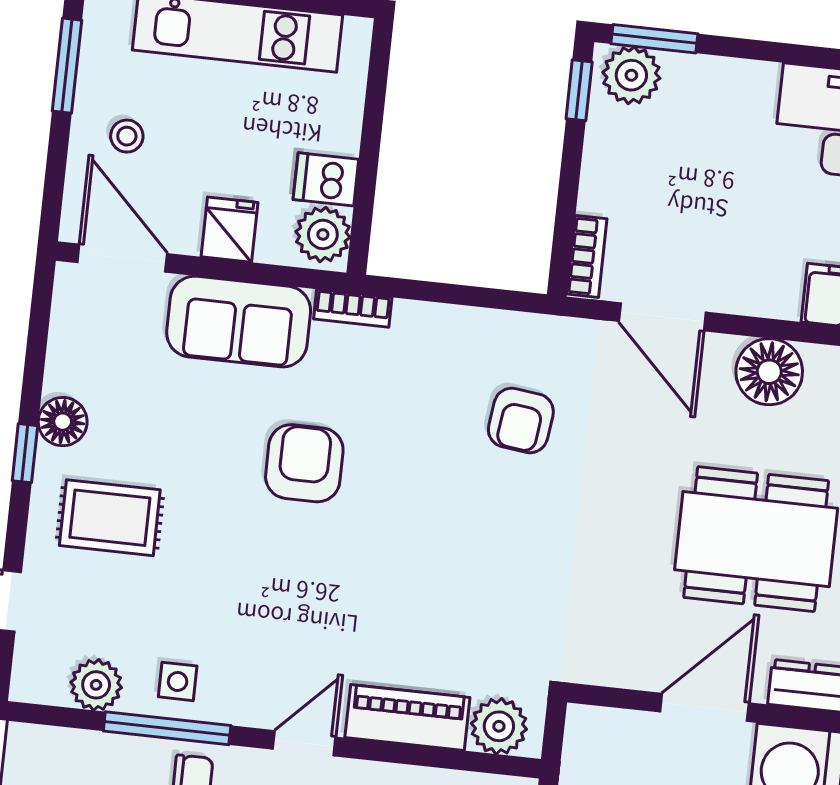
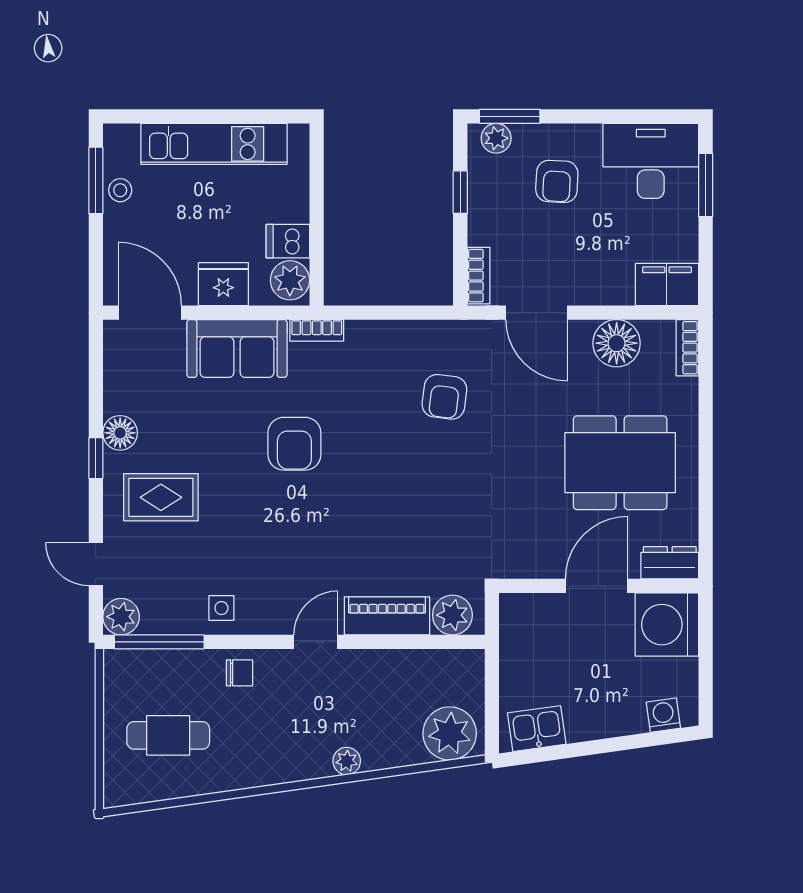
plant: (631, 75) -> (496, 138), width x0.73, depth x0.73
window: (579, 90) -> (460, 192), moved
stool: (127, 136) -> (120, 190), moved
armchair: (710, 137) -> (557, 181), added
fridge: (229, 230) -> (223, 284), width x1.38
armchair: (304, 463) -> (294, 444), turned 180
plant: (96, 685) -> (121, 617), moved
window: (167, 728) -> (159, 642), moved

